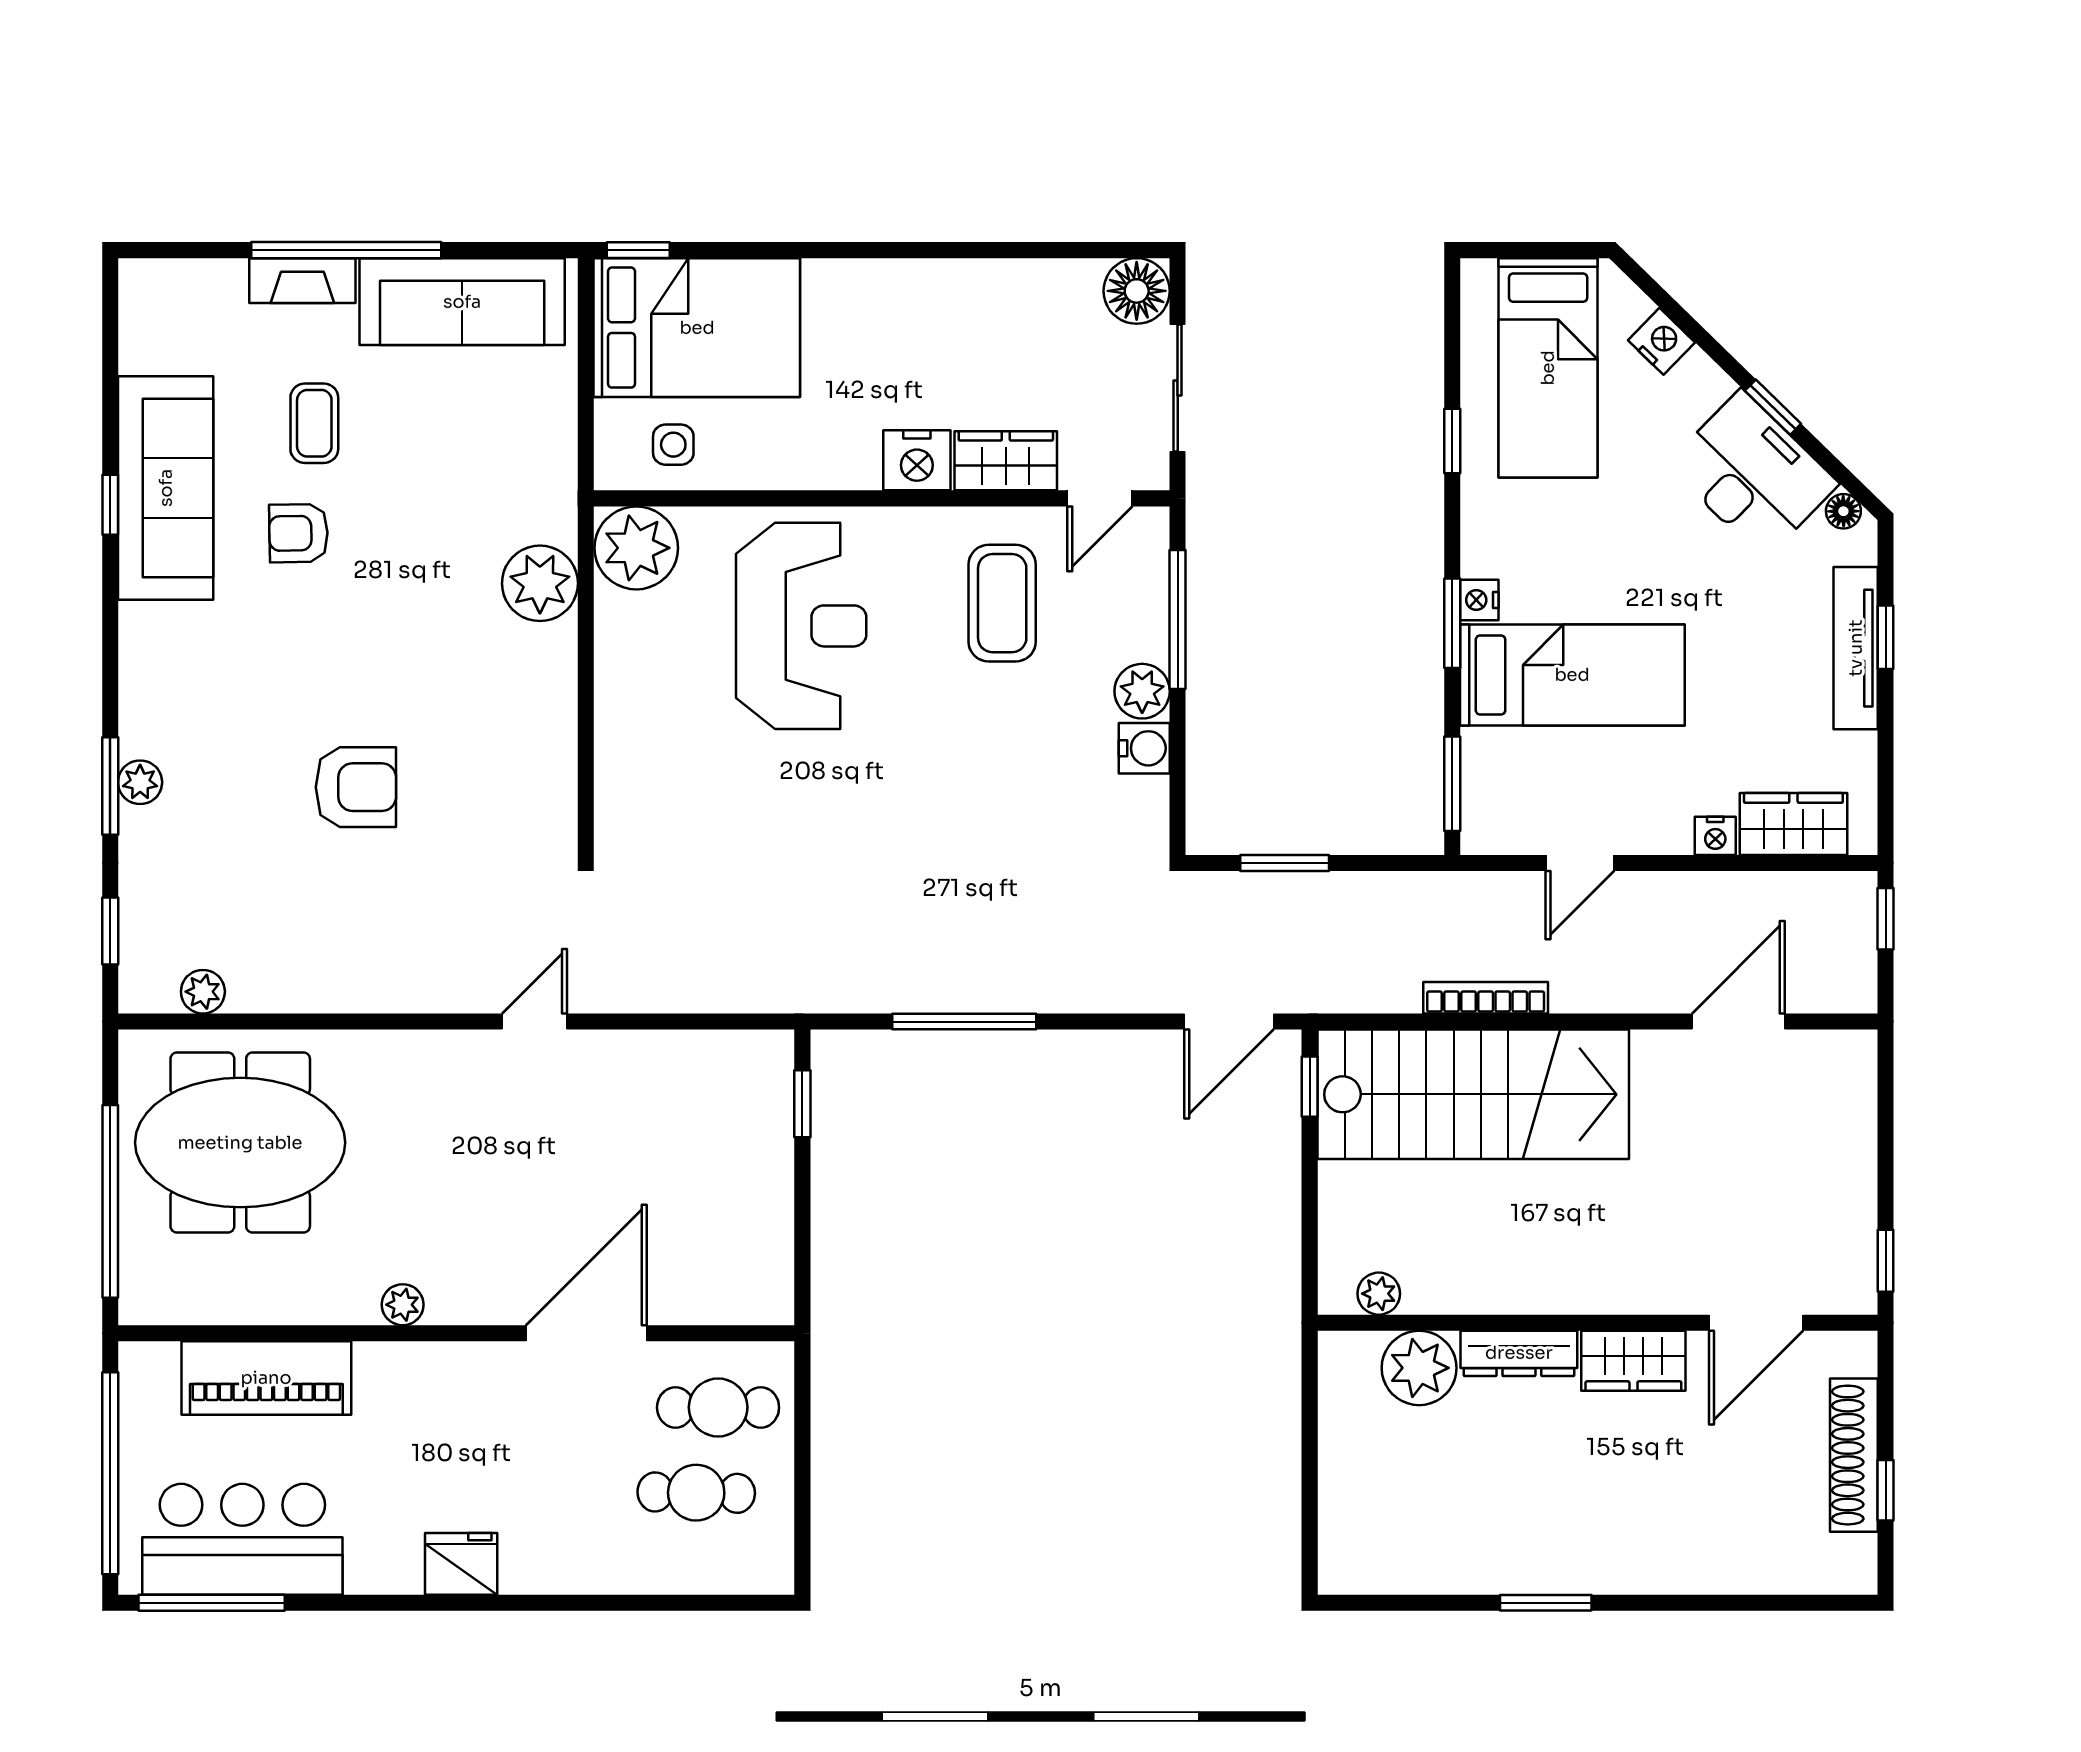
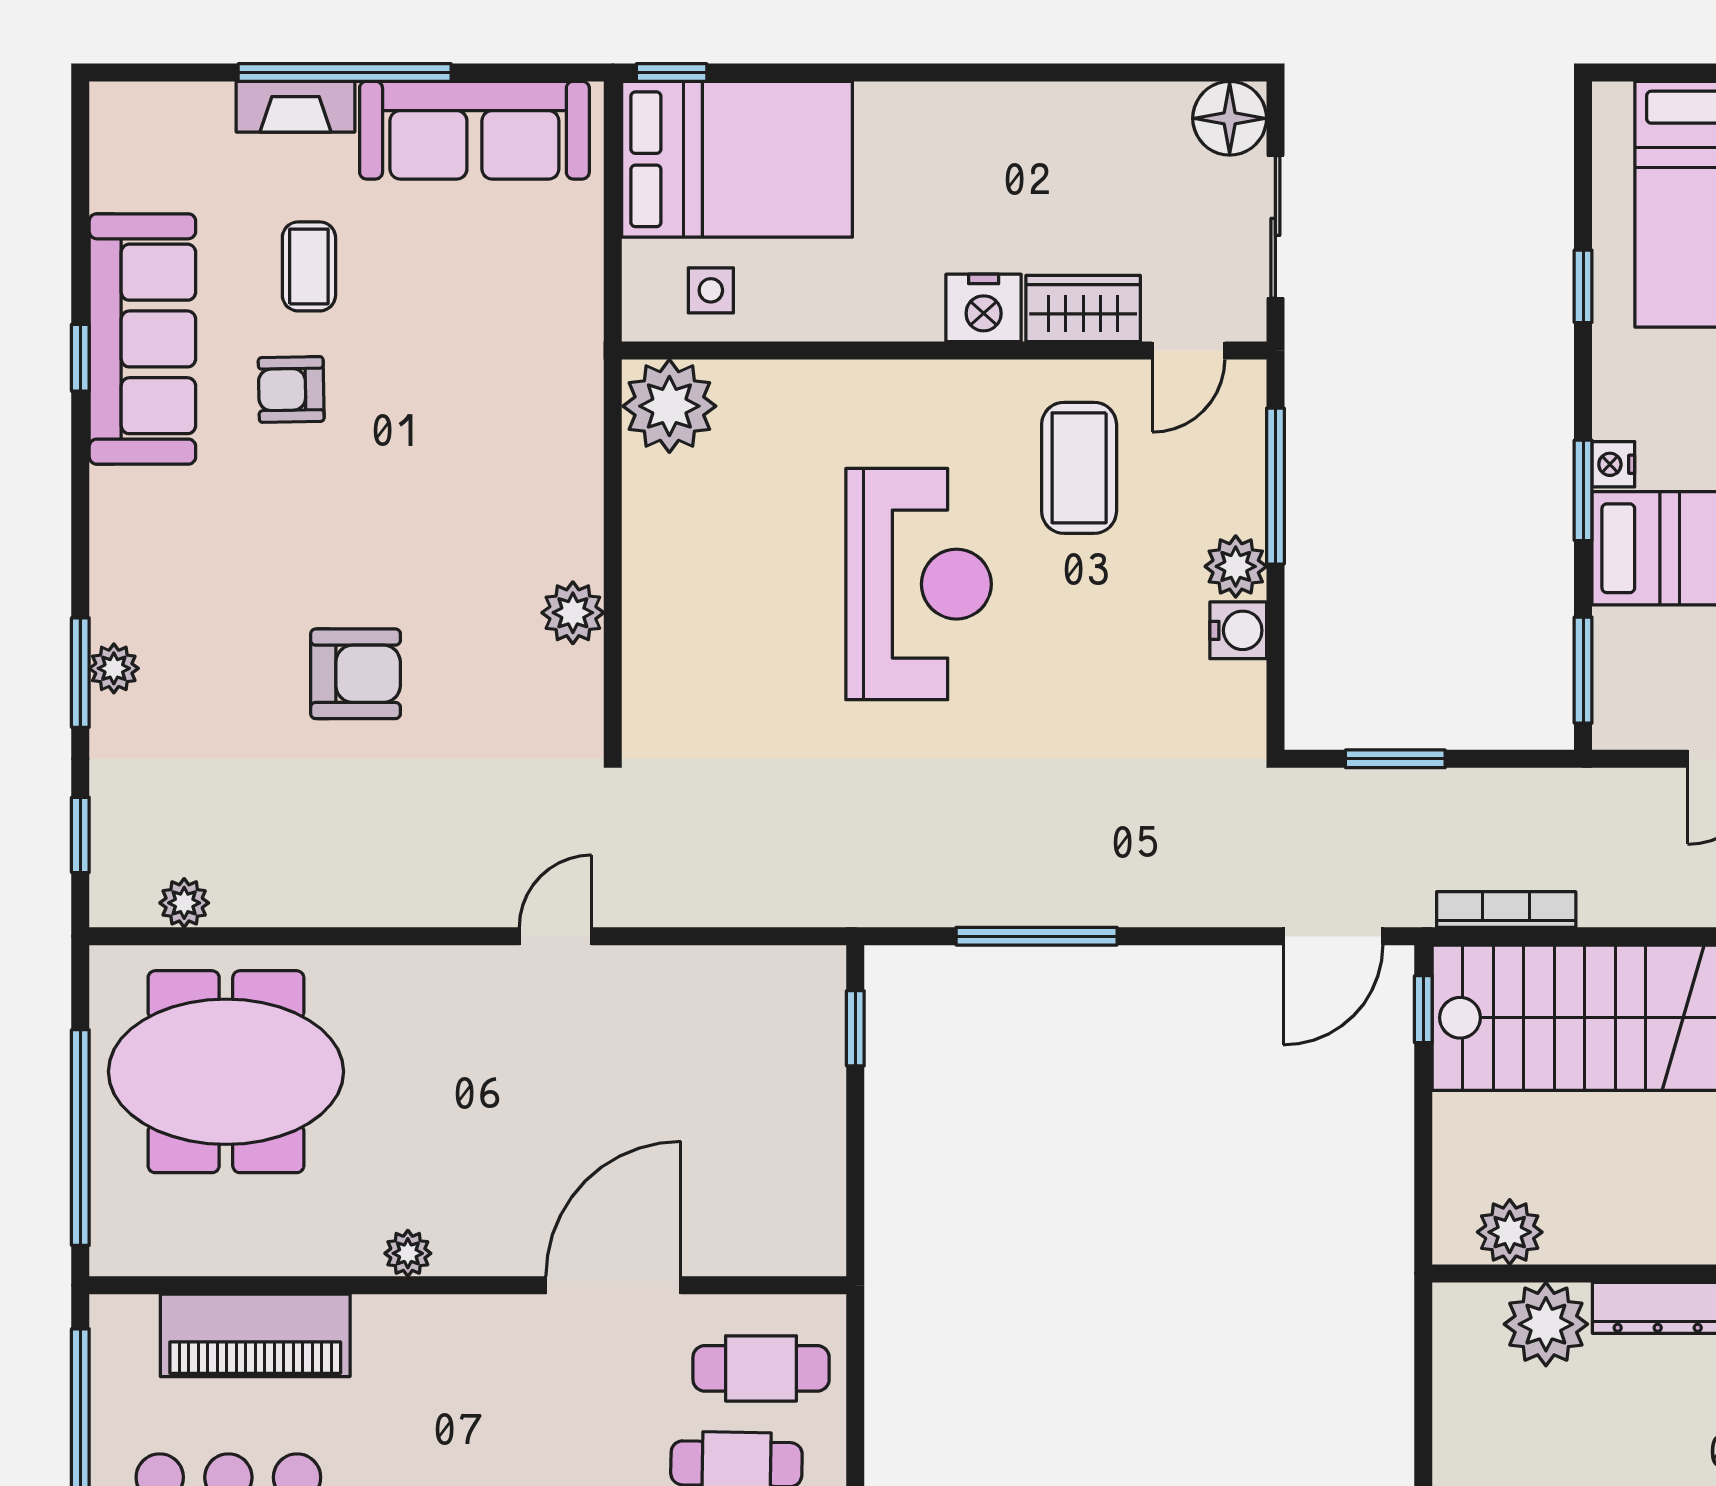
plant: (540, 583) -> (573, 613), moved, width x0.73, depth x0.73
reception desk: (801, 626) -> (919, 584), moved
bookcase: (1486, 998) -> (1506, 910), moved
plant: (1379, 1294) -> (1510, 1232), width x1.38, depth x1.38

